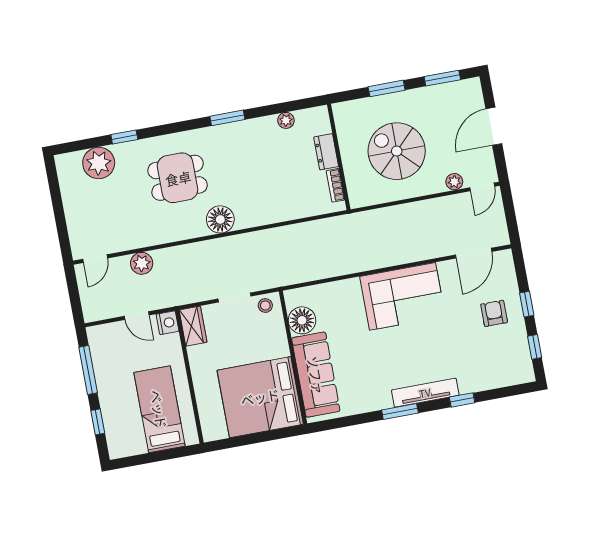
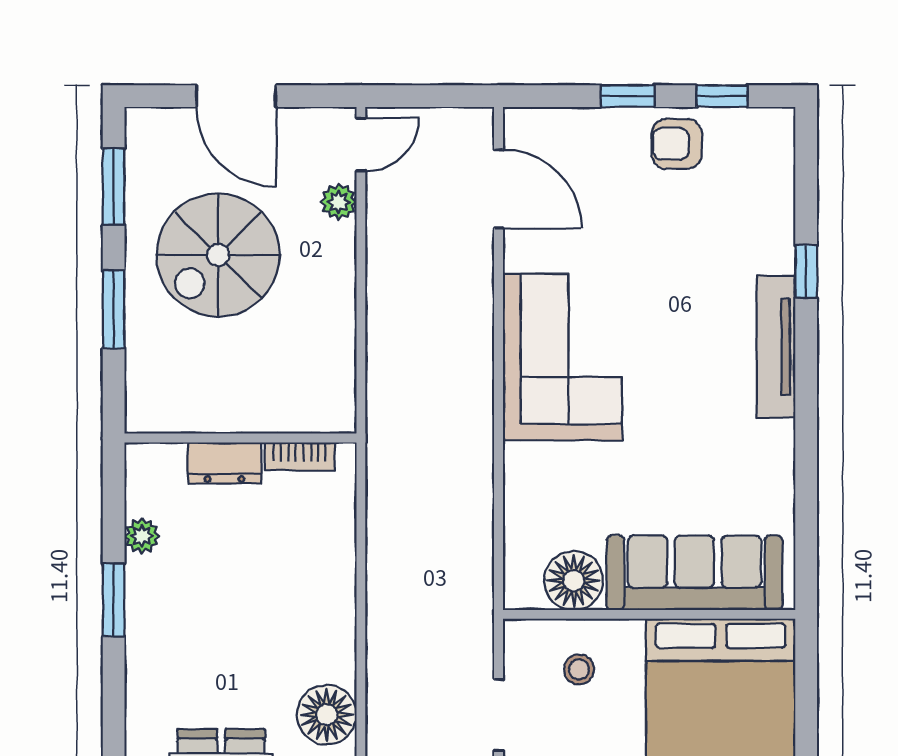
window: (227, 118) -> (114, 600), moved
spiral stairs: (397, 151) -> (218, 255), moved
door: (482, 187) -> (361, 145), hinge flipped
stool: (265, 305) -> (579, 669), moved
armchair: (494, 313) -> (677, 144), moved
window: (400, 411) -> (806, 408), removed

